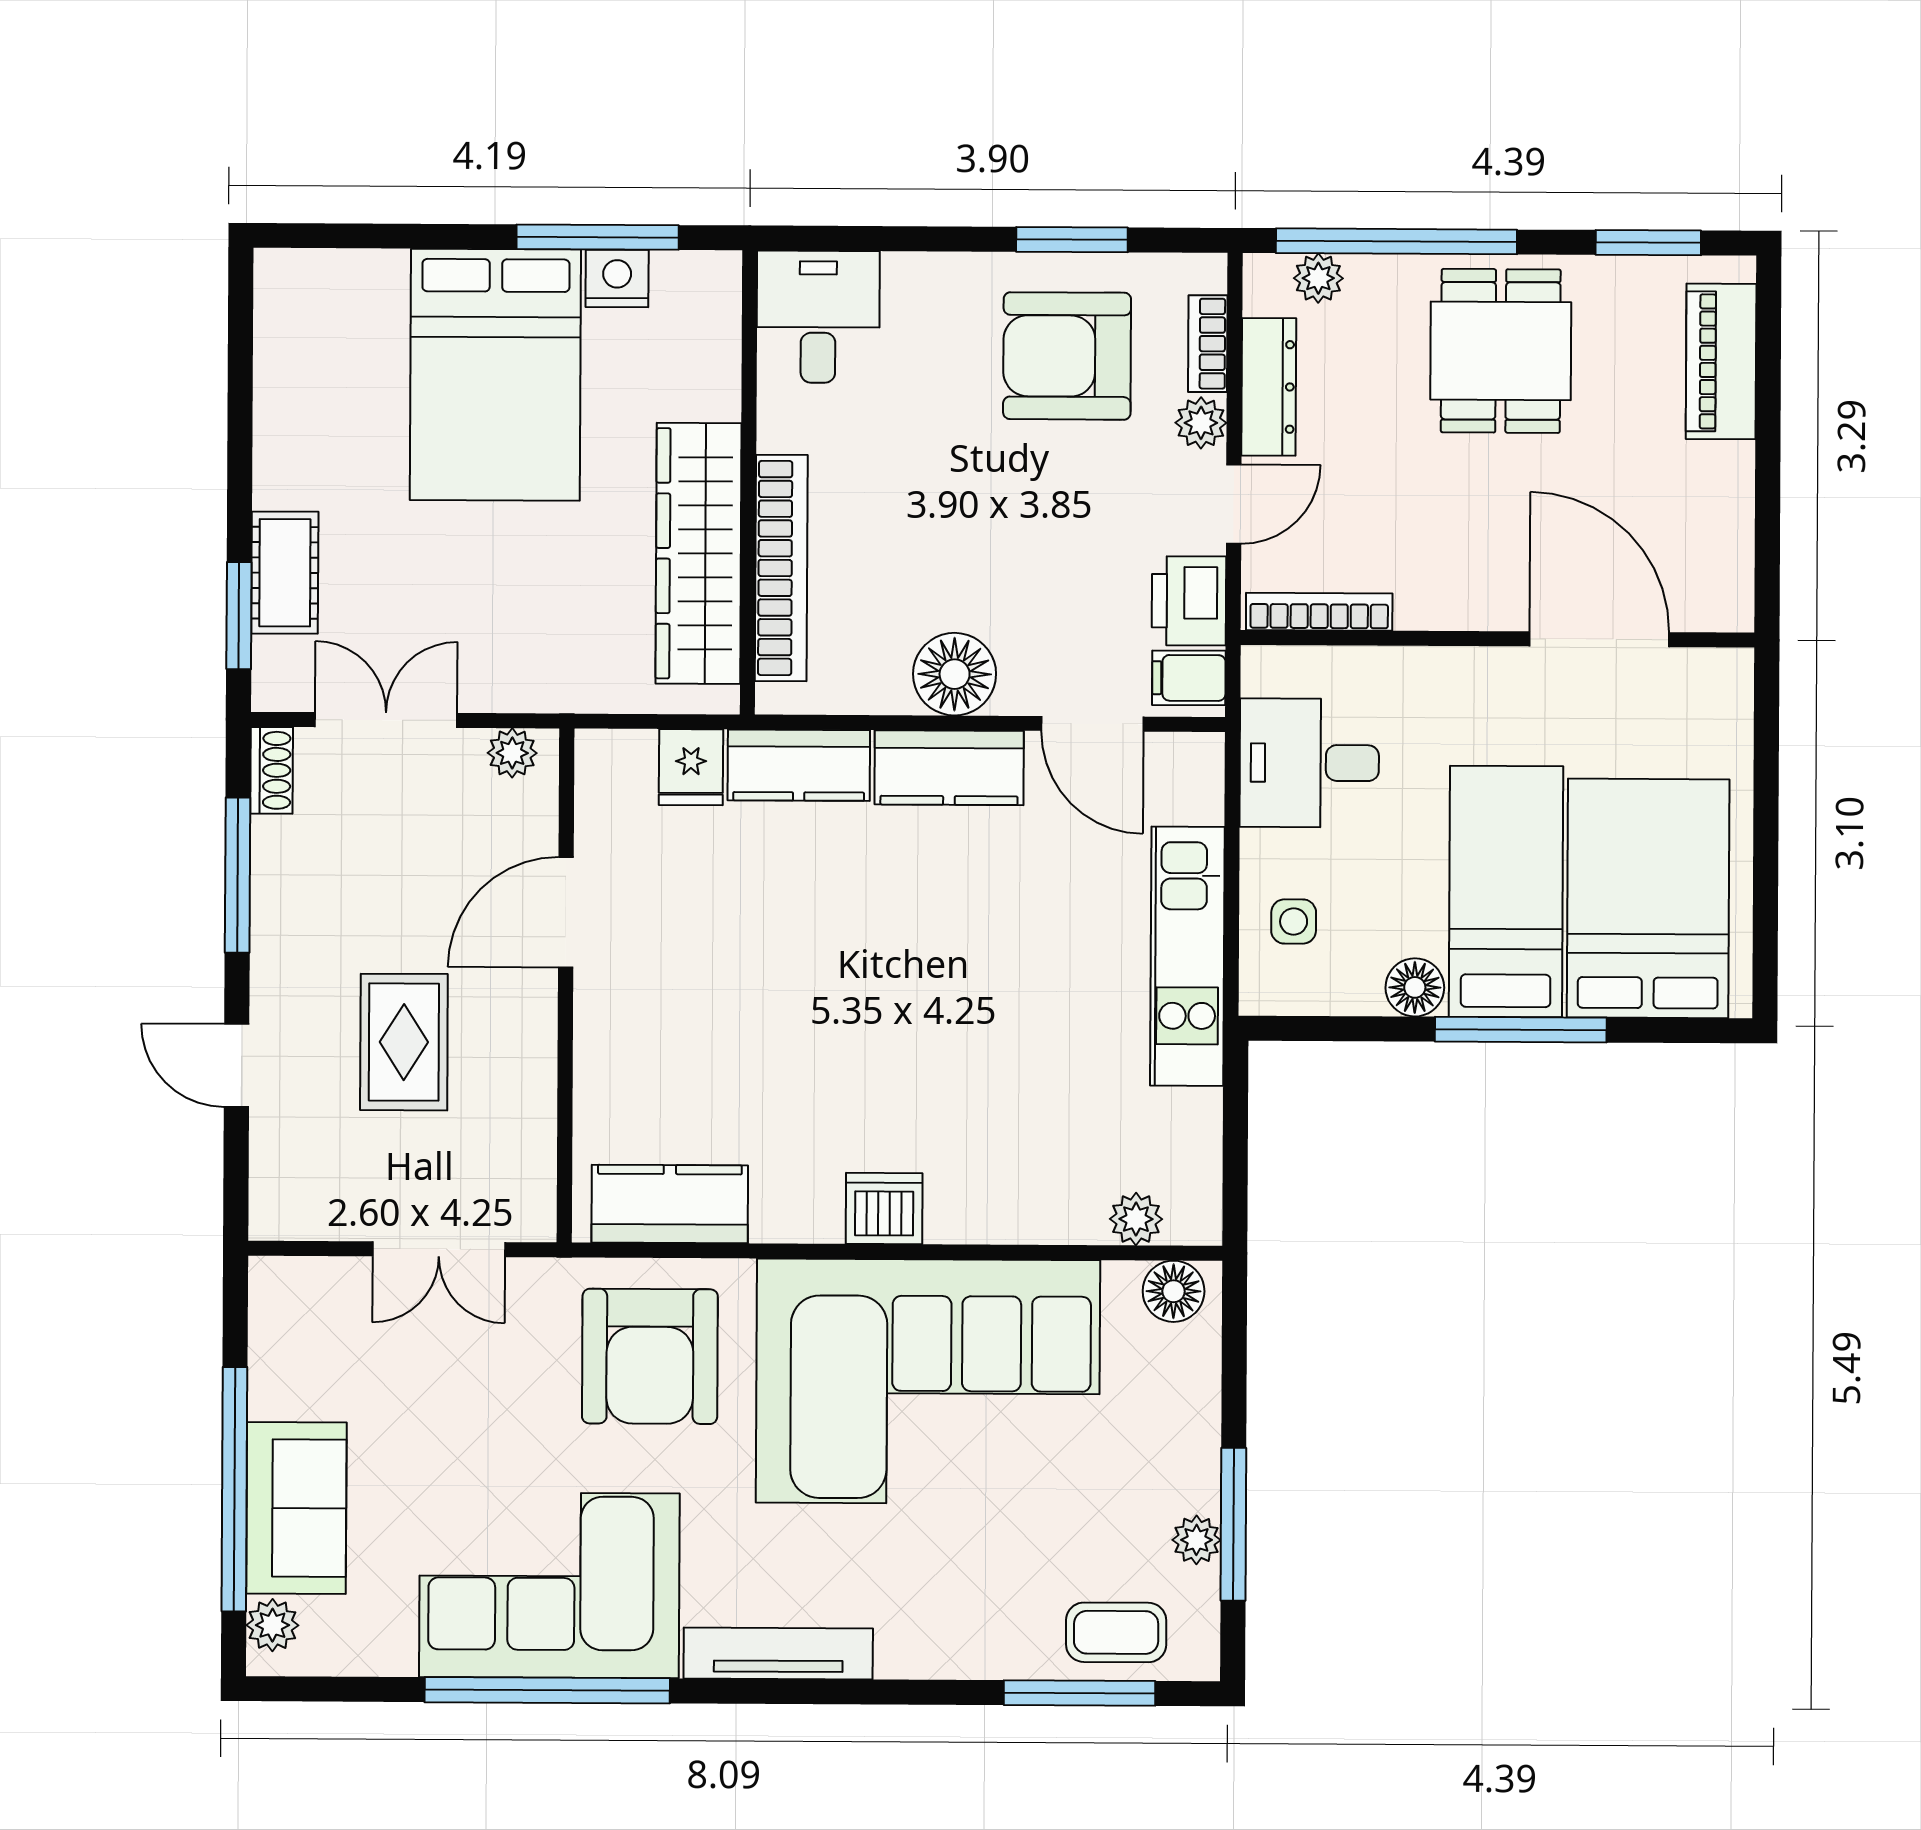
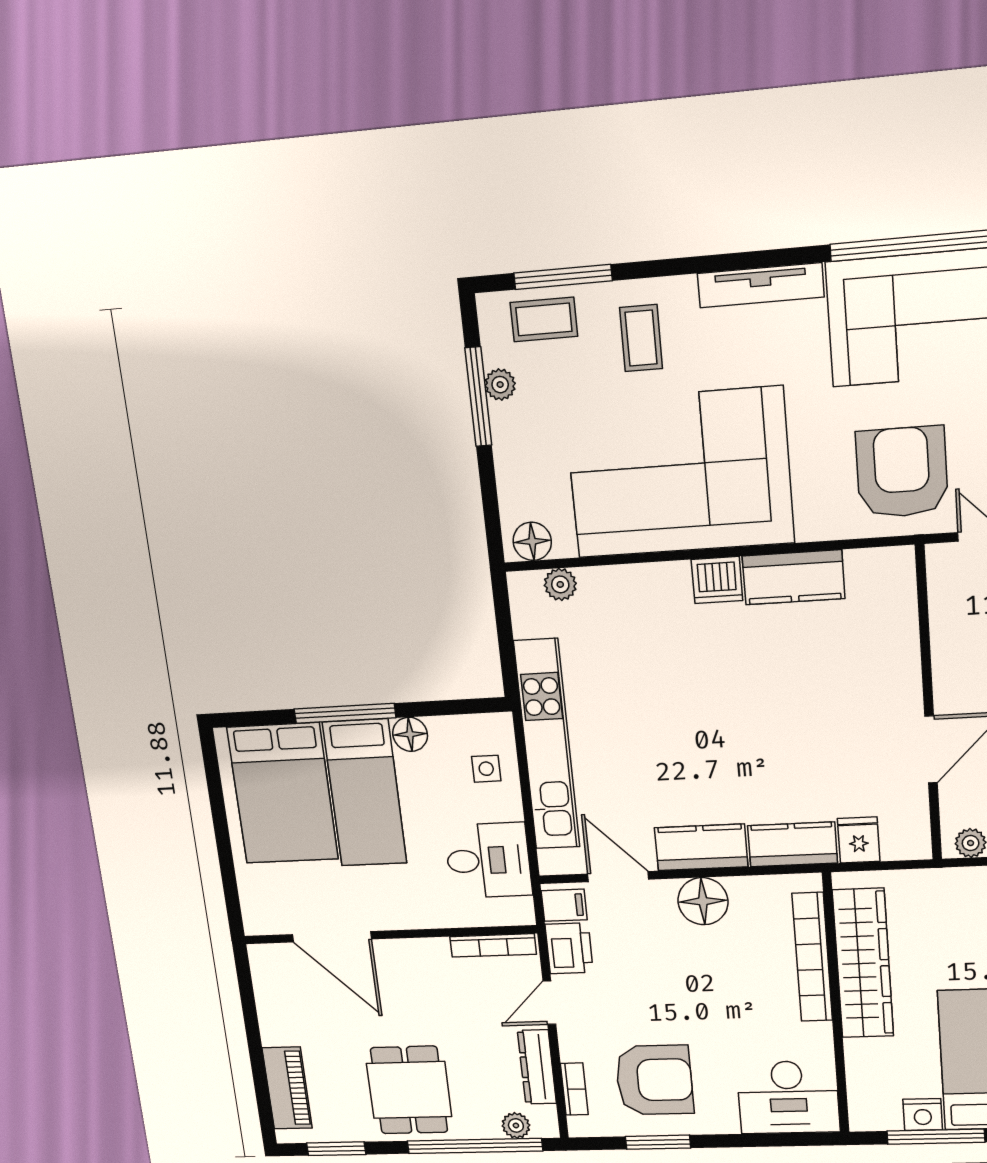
desk: (818, 317) -> (788, 1097), width x1.37
plant: (1201, 423) -> (573, 1046), removed
kitchen unit: (1187, 956) -> (547, 745), width x1.36
kitchen counter: (670, 1204) -> (794, 577), moved
armchair: (650, 1356) -> (902, 472), moved
coffee table: (968, 1591) -> (641, 338), added

